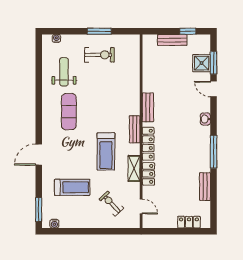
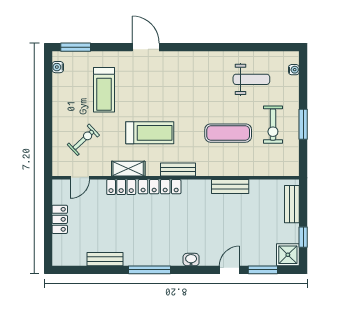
bench: (172, 40) -> (292, 204), moved
shower: (202, 63) -> (288, 255), moved
bench: (148, 107) -> (230, 186), moved
exercise mat: (69, 112) -> (228, 133), moved
treadmill: (106, 151) -> (150, 133), turned 180
locker: (189, 222) -> (60, 219), moved

